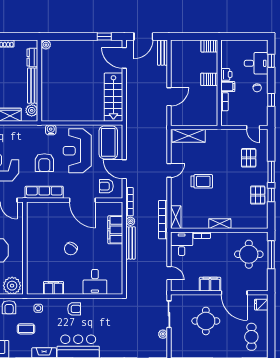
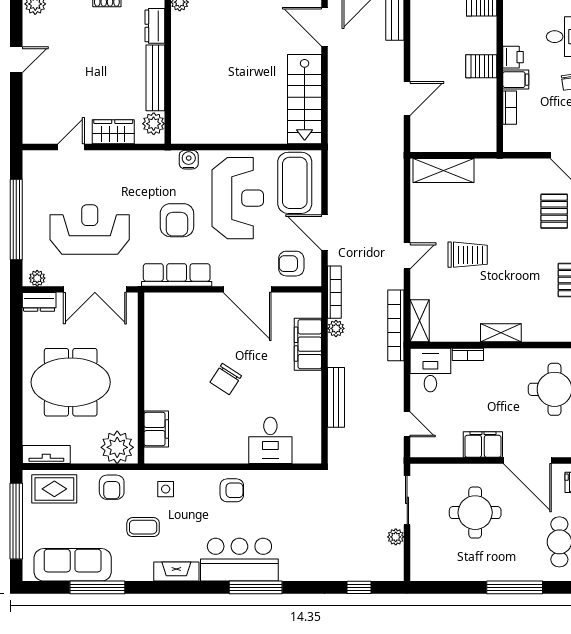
reception desk: (77, 151) -> (238, 198), turned 180
door: (169, 170) -> (407, 256), moved
bench: (131, 243) -> (336, 397), moved
filing cabinet: (53, 288) -> (156, 429), moved, turned 90

